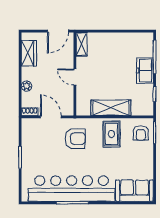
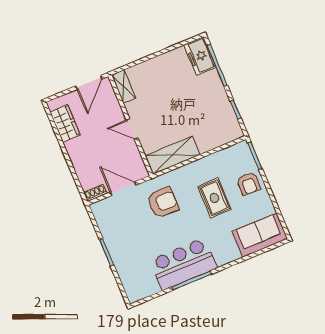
freezer: (145, 71) -> (200, 56), moved
plant: (27, 86) -> (79, 164), removed
shelving: (111, 108) -> (172, 155), moved
armchair: (141, 133) -> (249, 184), moved
rug: (111, 134) -> (214, 198), moved
bar counter: (72, 189) -> (184, 264), width x0.54

